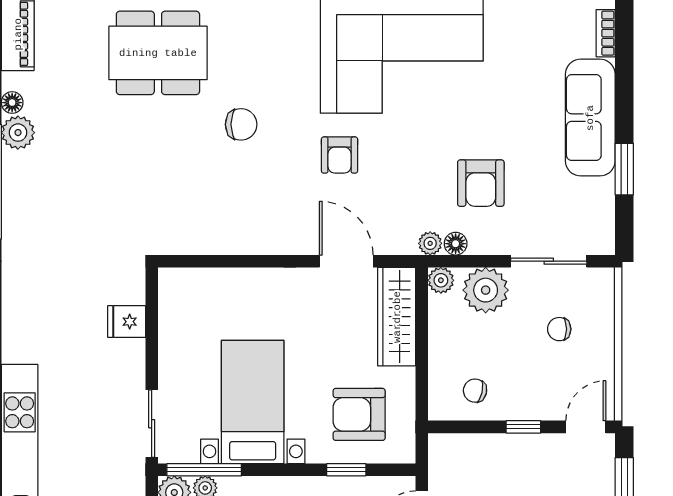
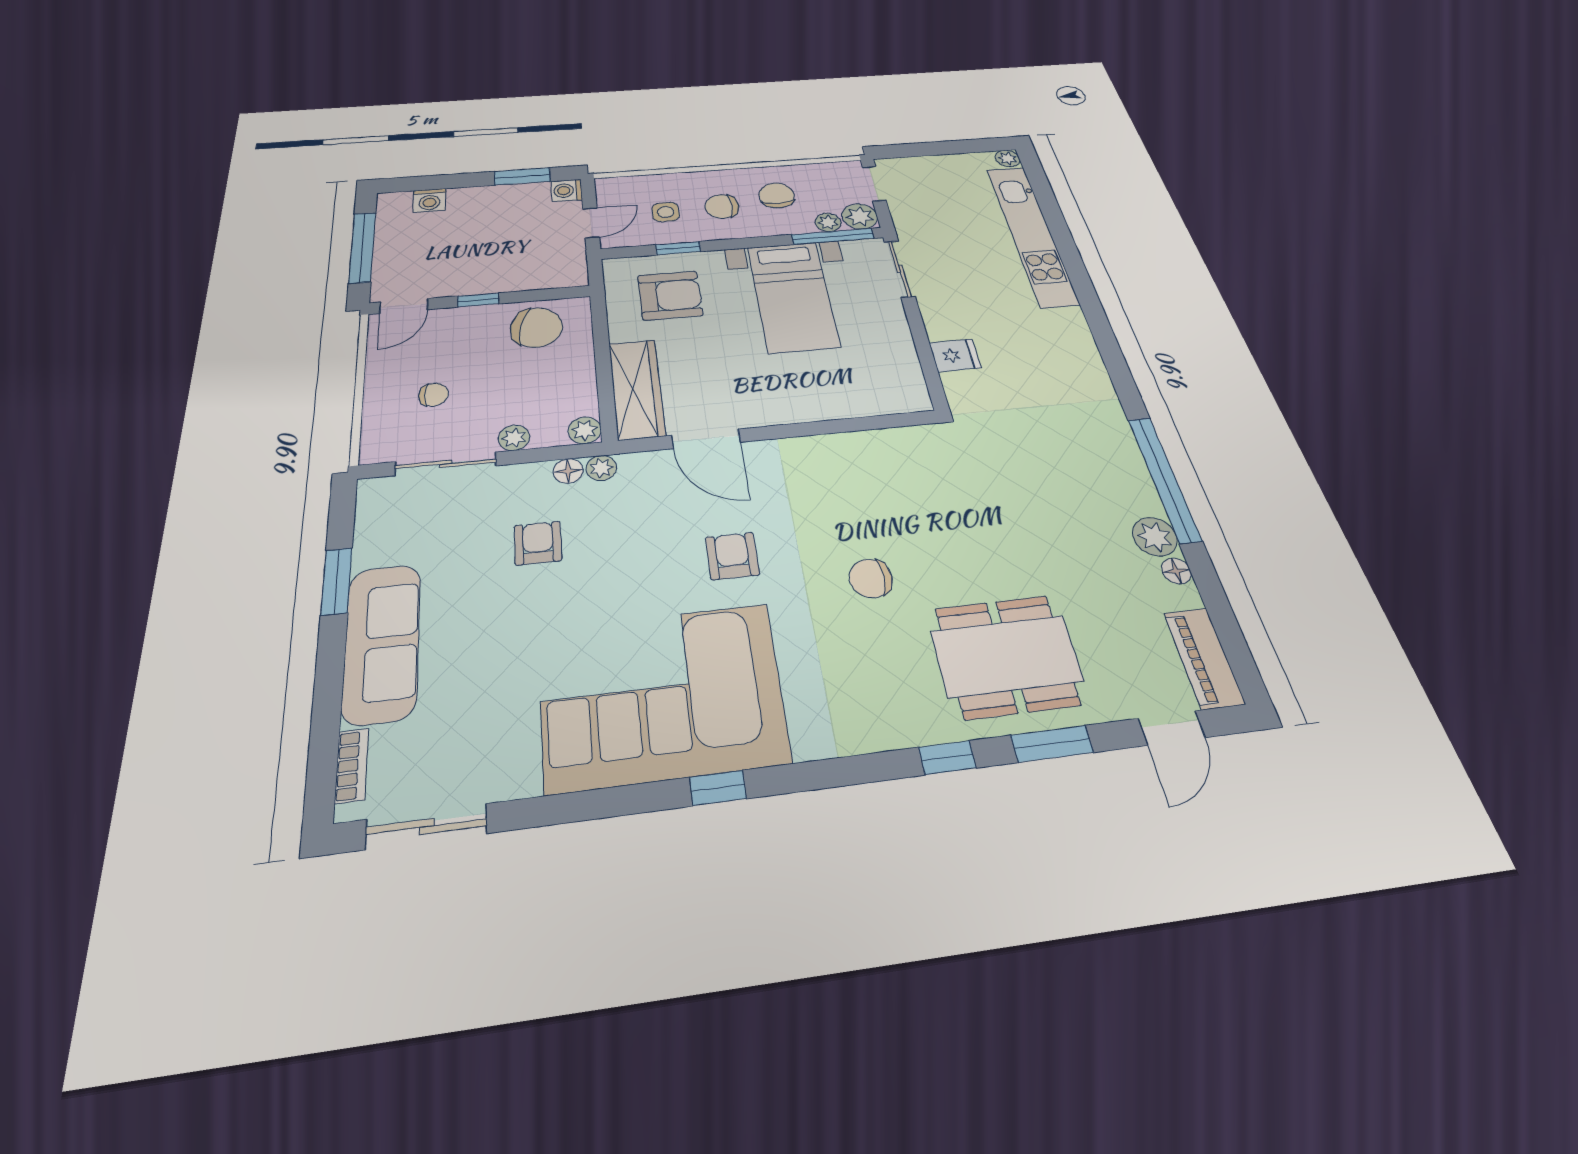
armchair: (481, 183) -> (538, 543), width x0.72, depth x0.72
plant: (486, 290) -> (514, 438), width x0.53, depth x0.53
chair: (475, 391) -> (536, 327), width x1.87, depth x1.87

